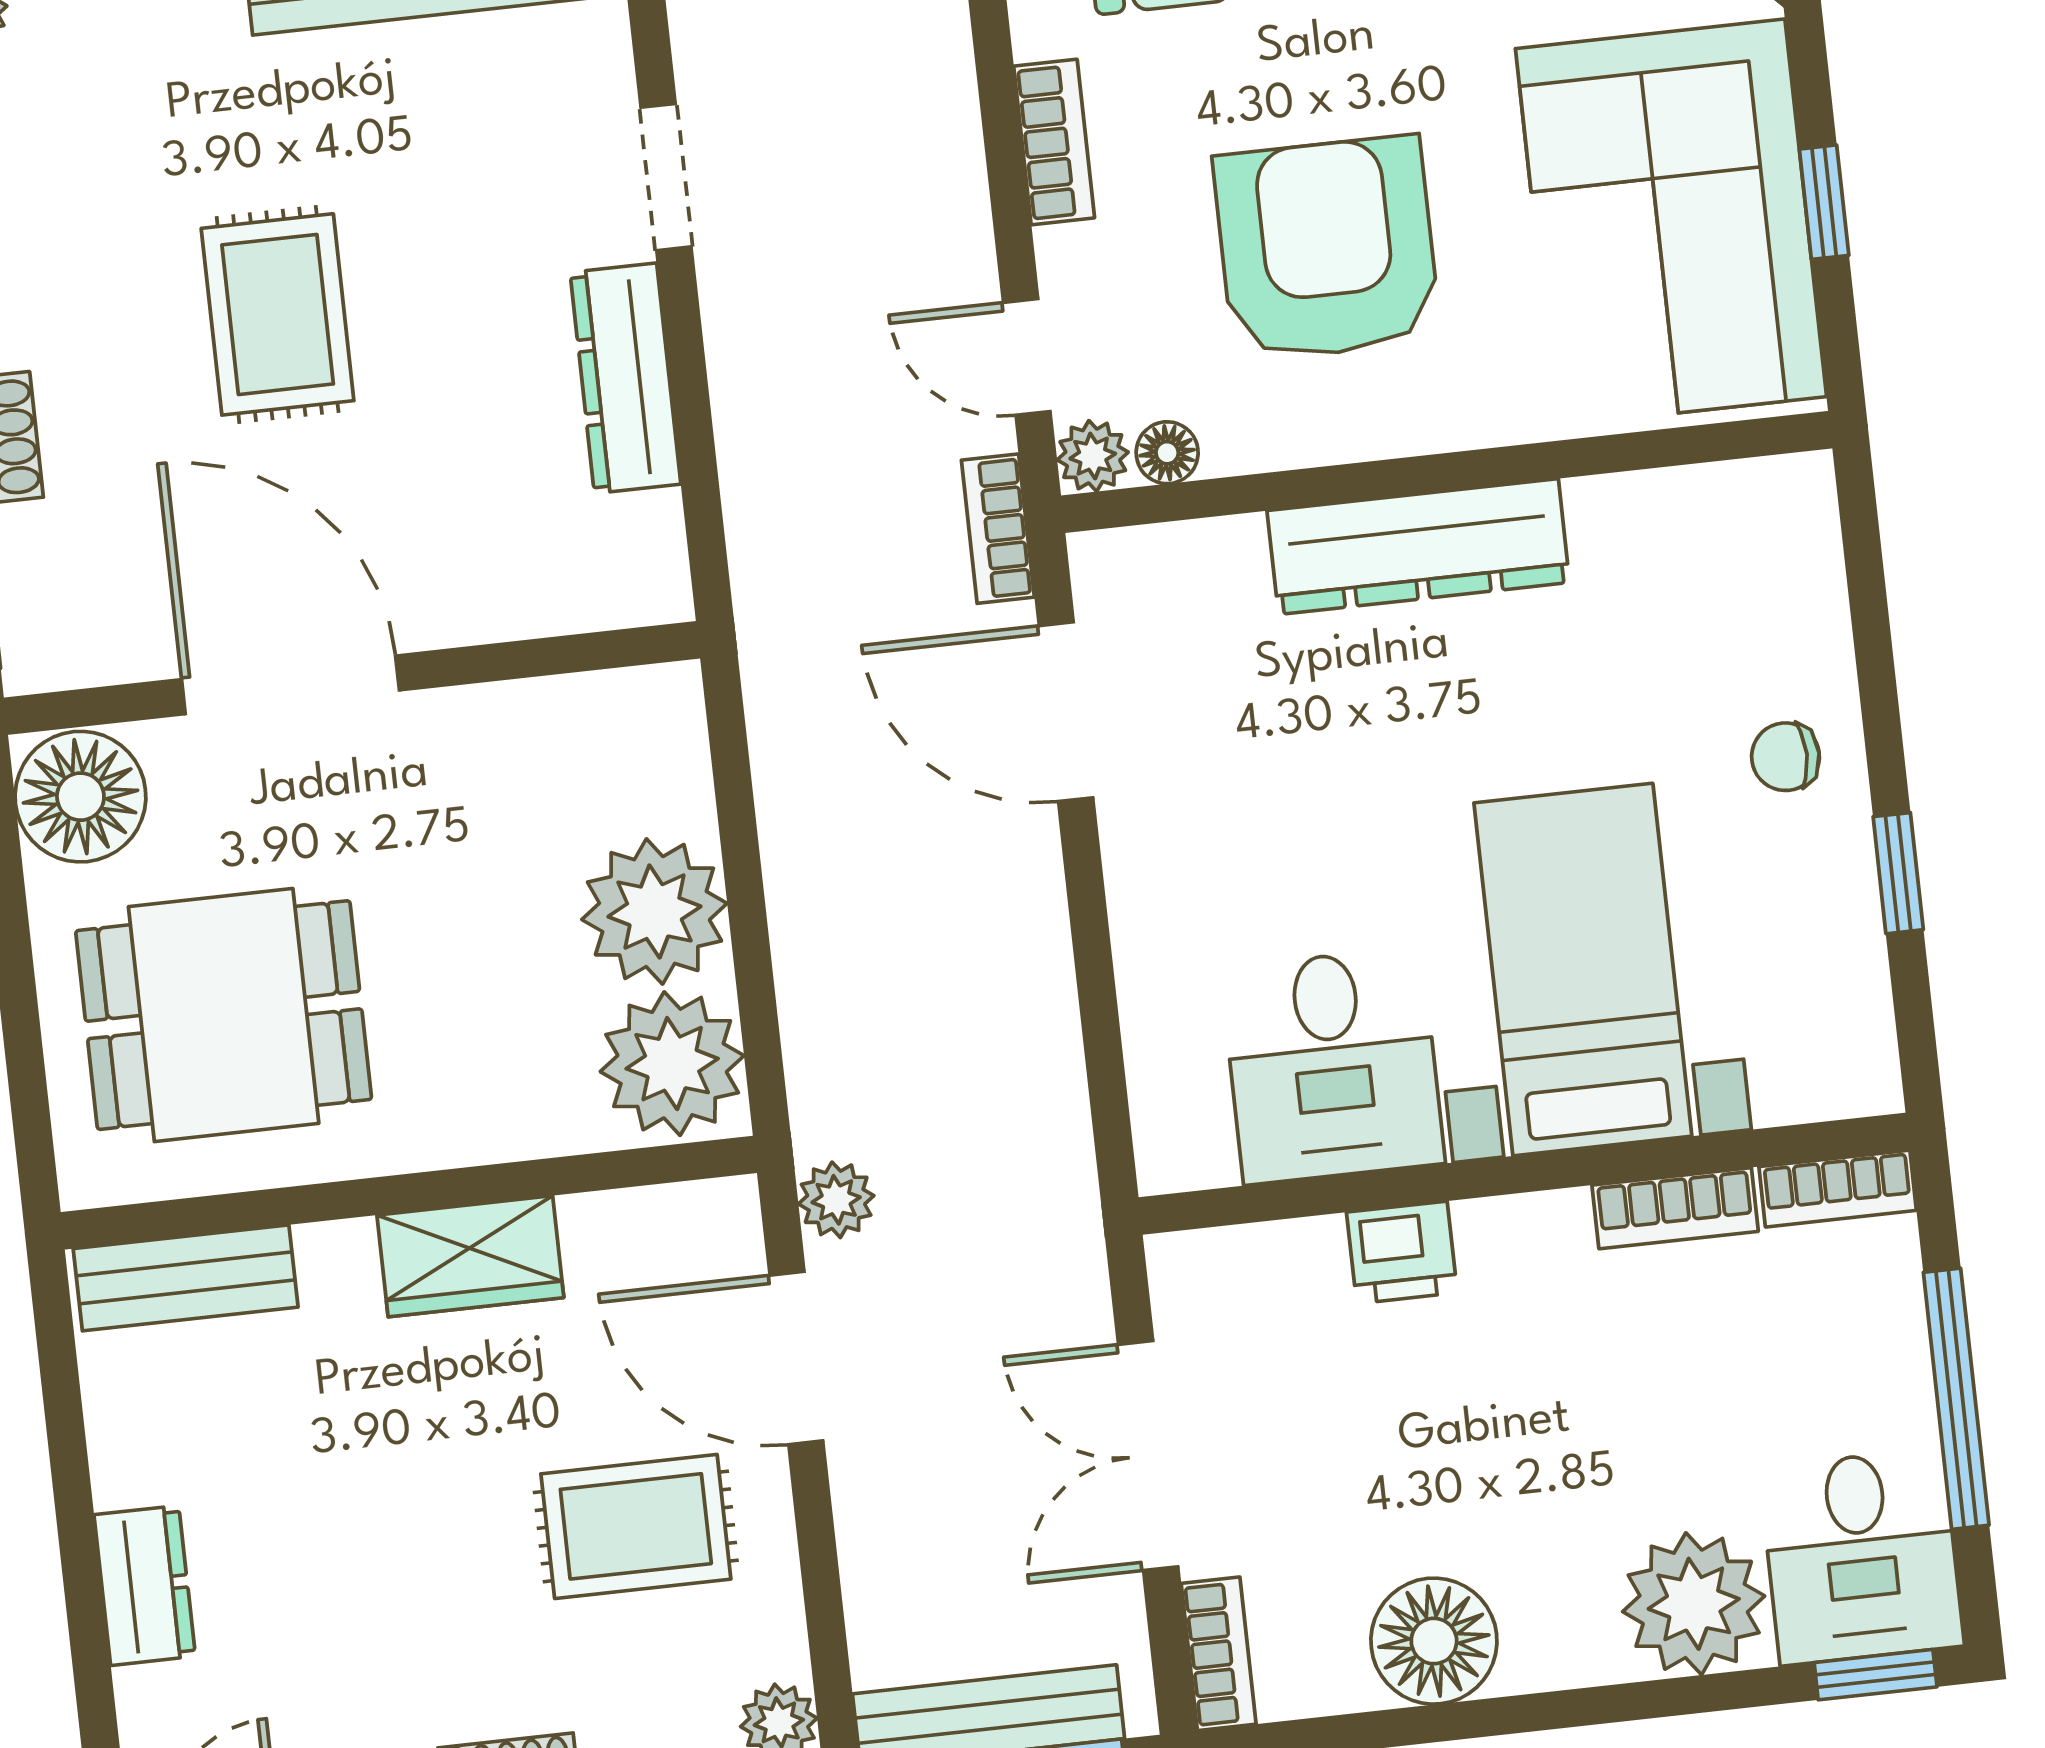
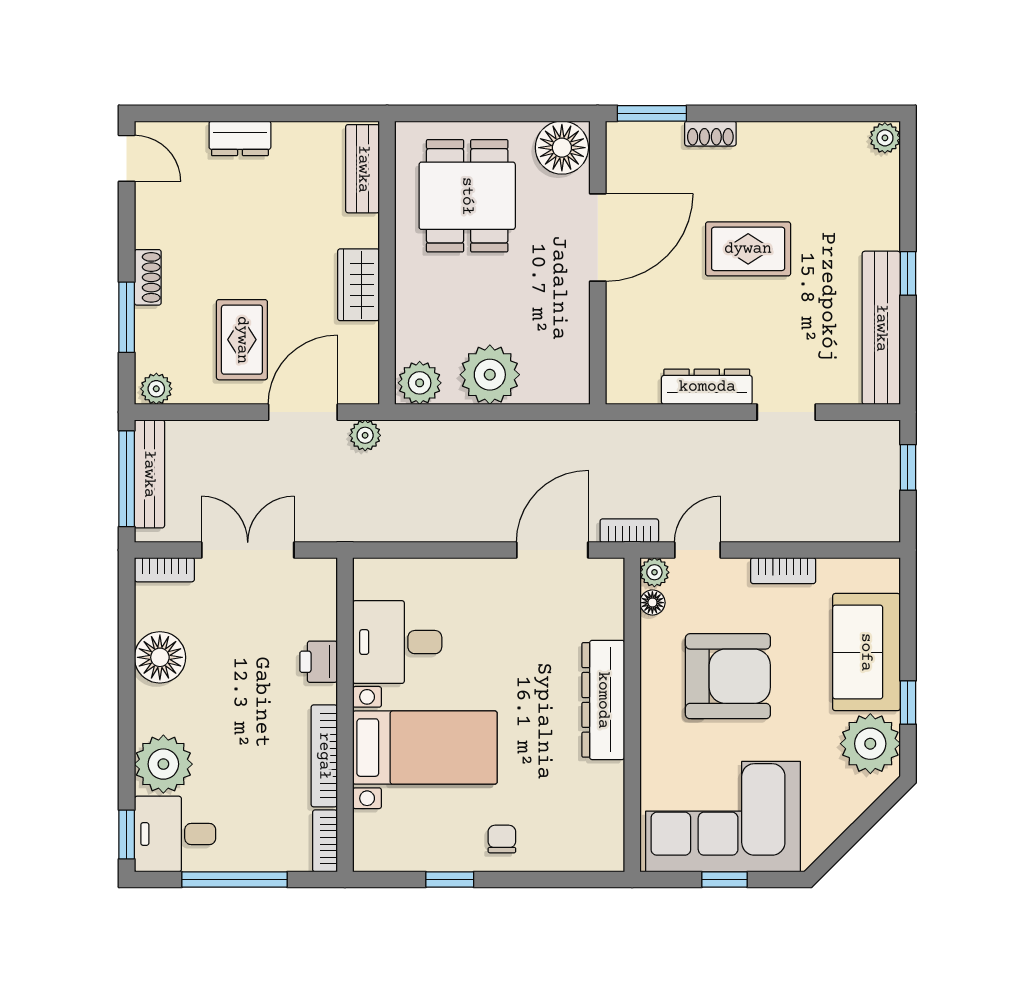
plant: (672, 1064) -> (420, 383), width x0.73, depth x0.73
bookcase: (1675, 1208) -> (324, 756), width x1.56

